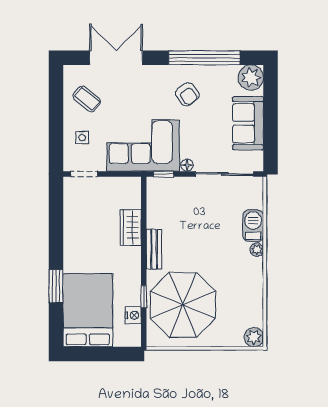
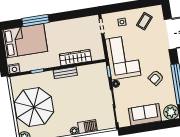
wardrobe: (131, 227) -> (75, 58), width x1.50
window: (56, 286) -> (35, 21), width x1.44
parasol: (183, 305) -> (34, 107), moved
nightstand: (133, 315) -> (14, 69), moved

